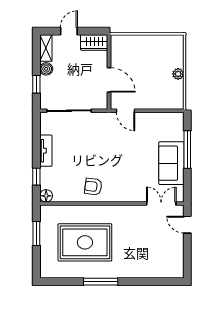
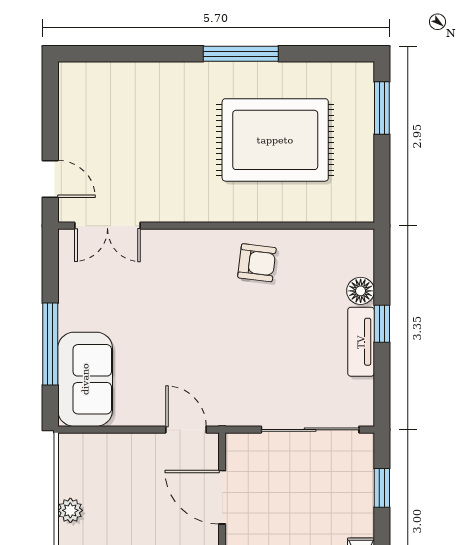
boiler: (46, 69) -> (360, 521), removed
sofa: (171, 163) -> (85, 379), moved
window: (36, 177) -> (382, 324), moved
floor lamp: (46, 196) -> (361, 291), moved
window: (36, 233) -> (382, 108), moved

